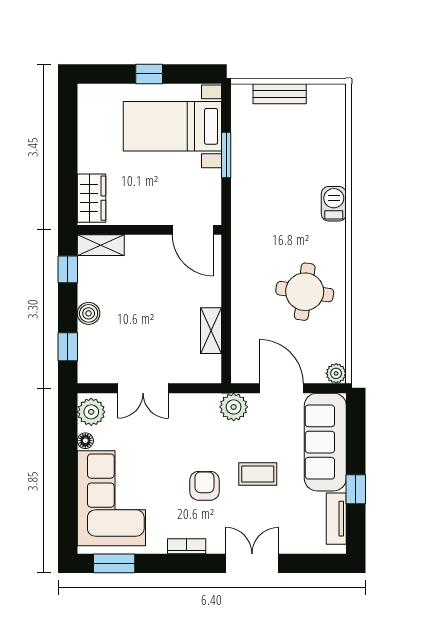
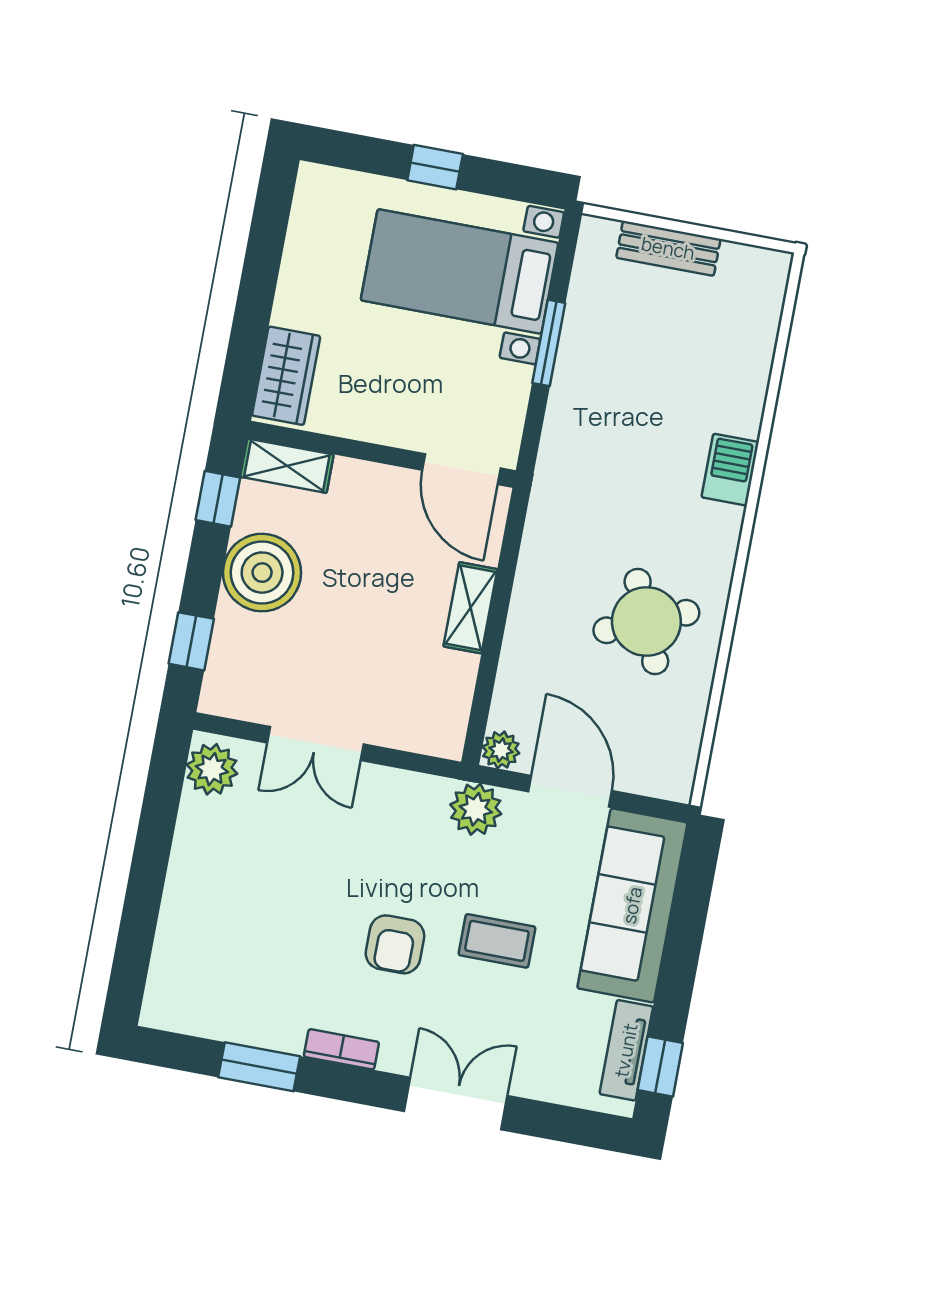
round table: (305, 292) -> (646, 621), turned -31
boiler: (89, 313) -> (262, 573), width x1.86, depth x1.86
shelving: (211, 331) -> (470, 608), moved
plant: (336, 373) -> (501, 750), moved
floor lamp: (85, 441) -> (191, 820), removed
armchair: (204, 486) -> (395, 944), turned 180
window: (356, 489) -> (660, 1067), moved
corner sofa: (111, 498) -> (219, 935), removed
window: (114, 563) -> (259, 1067), moved

